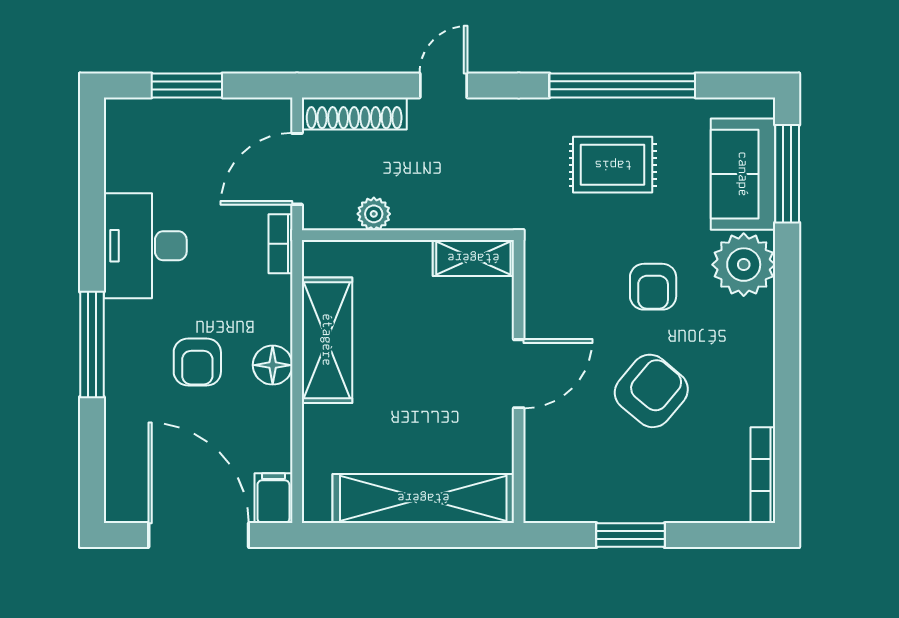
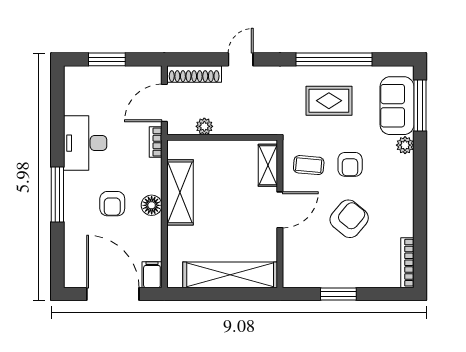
shelving: (473, 258) -> (268, 165), moved, turned 90
plant: (744, 265) -> (405, 145), width x0.53, depth x0.53
coffee table: (574, 288) -> (309, 165), added

